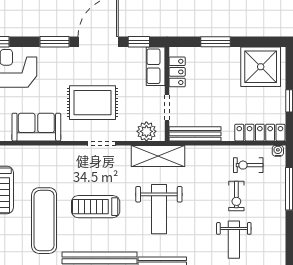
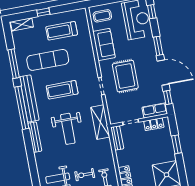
plant: (146, 131) -> (114, 112), removed
bench: (195, 134) -> (117, 138), width x0.73
treadmill: (96, 207) -> (62, 90), turned -90
weight bench: (159, 209) -> (68, 129), turned -90

